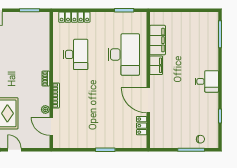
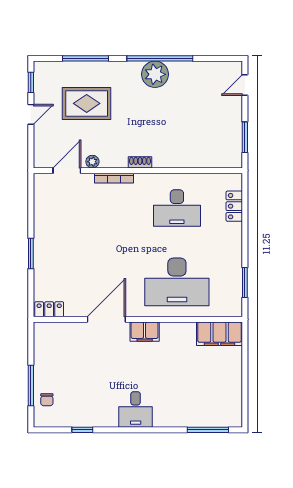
locker: (74, 17) -> (234, 206), width x0.66
filing cabinet: (158, 40) -> (220, 334), moved
filing cabinet: (156, 65) -> (145, 332), moved
locker: (142, 126) -> (49, 309), moved

